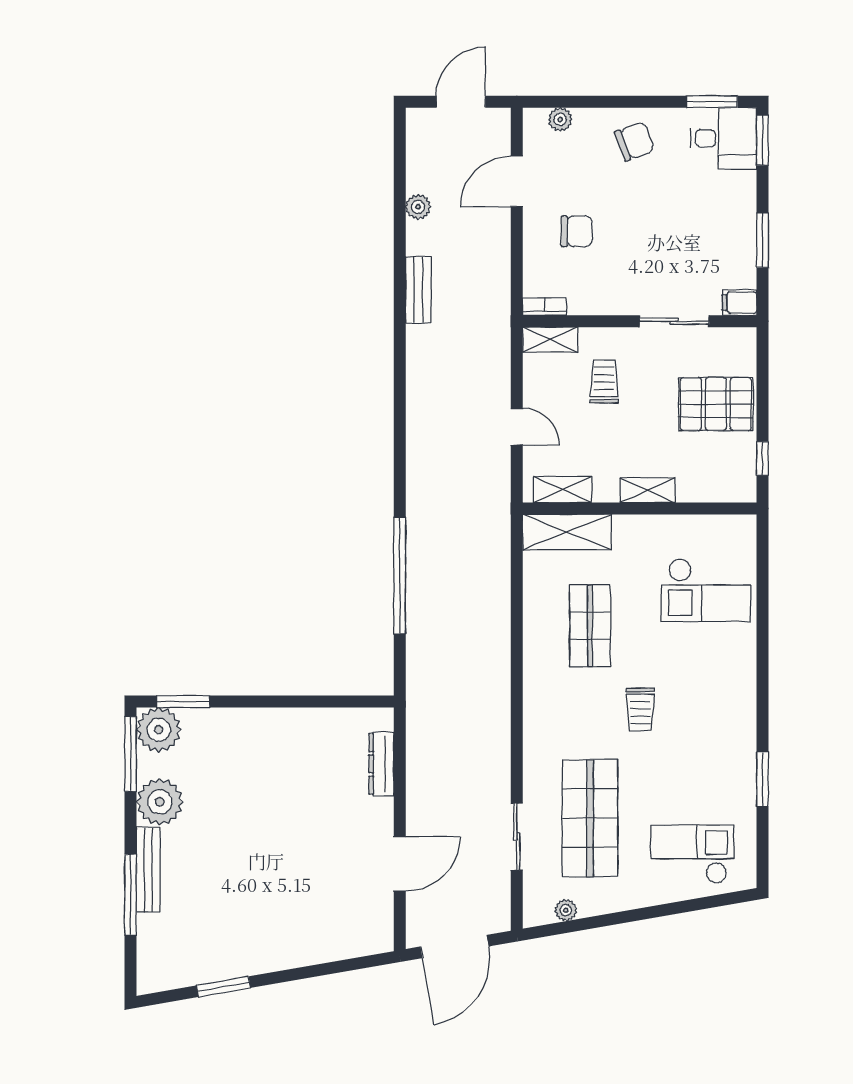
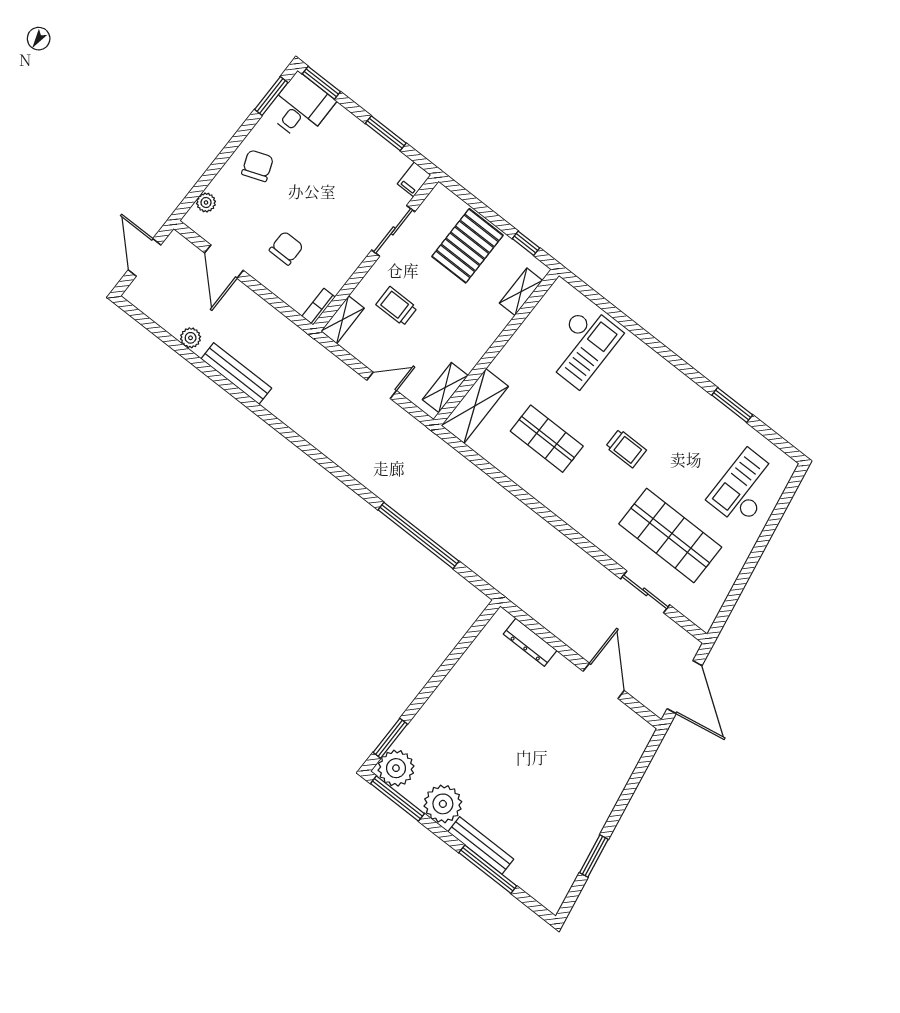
bench: (418, 290) -> (236, 373), width x1.36
shelving: (648, 490) -> (521, 292), moved
plant: (566, 910) -> (717, 597), removed

